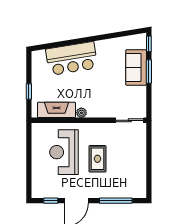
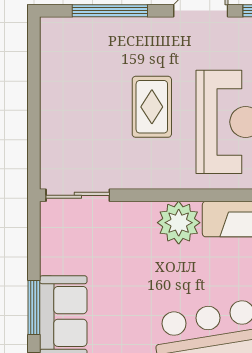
plant: (81, 113) -> (179, 223), width x1.88, depth x1.88

